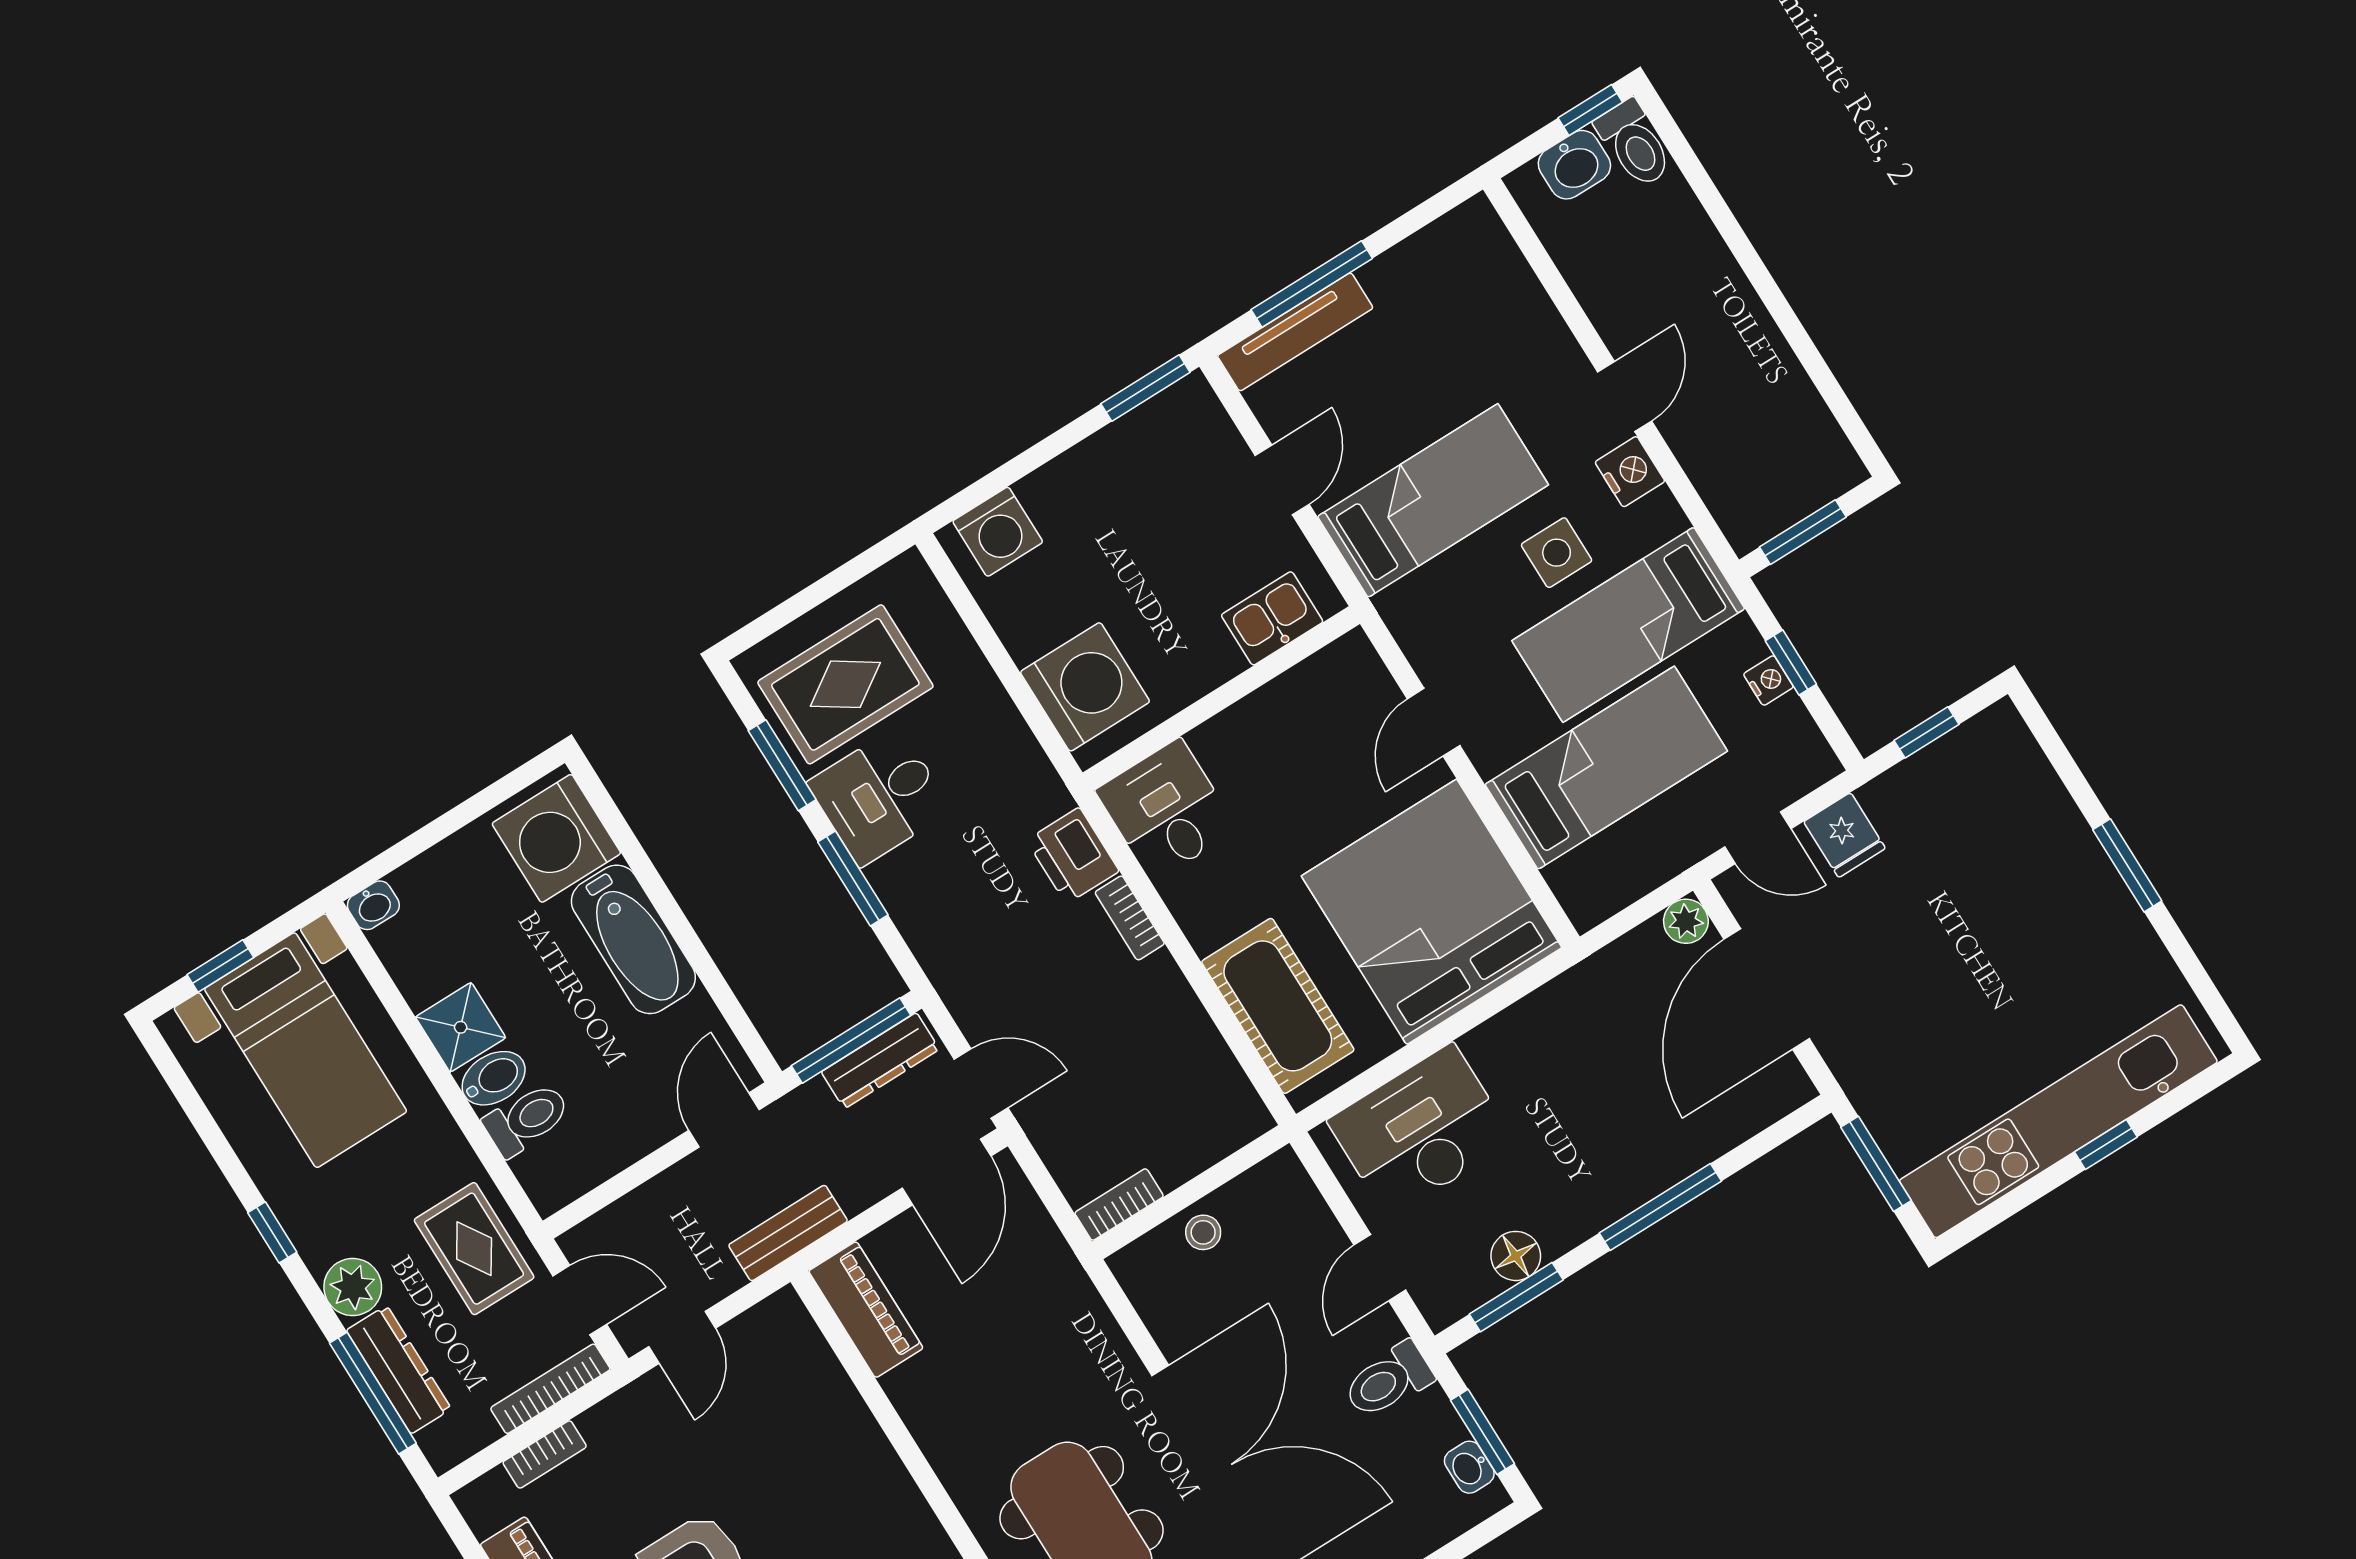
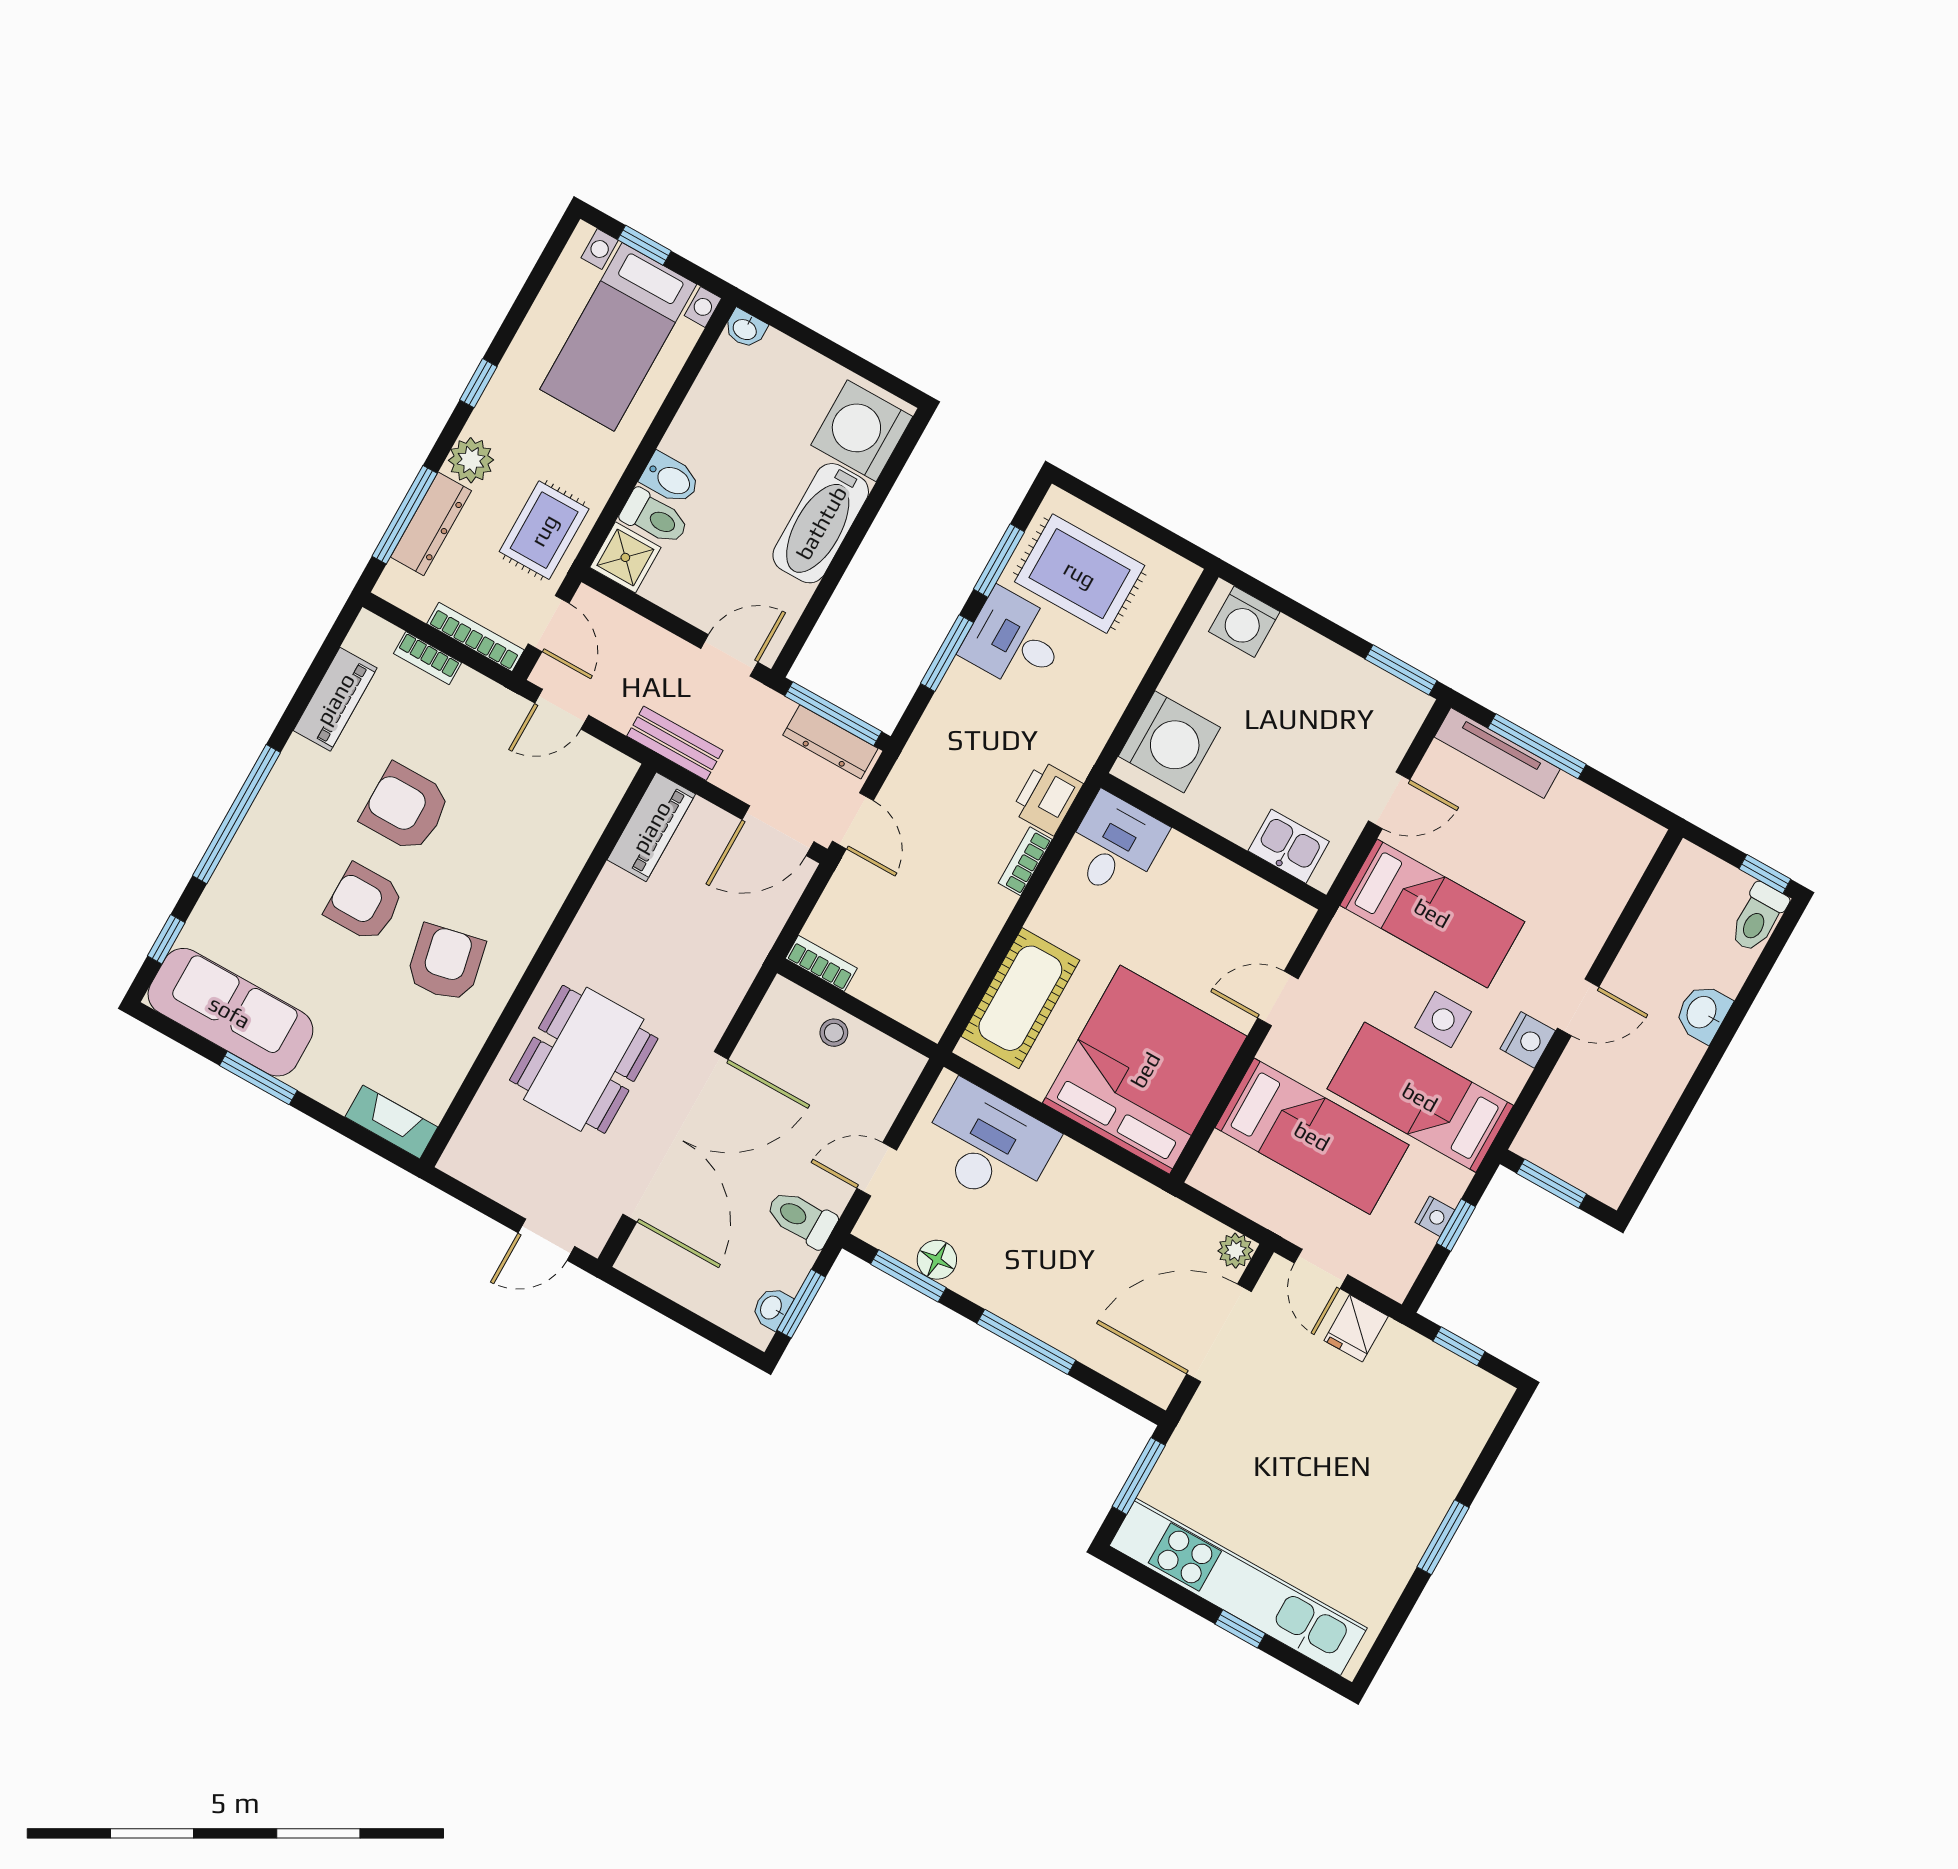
washbasin: (1574, 165) -> (1703, 1013), moved, turned 90
shower: (461, 1027) -> (625, 557), moved

